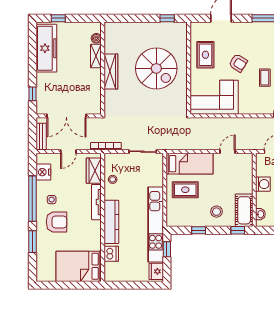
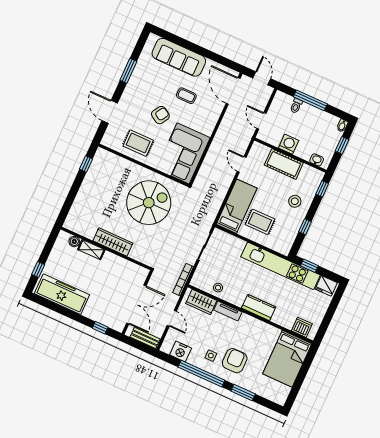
spiral stairs: (156, 68) -> (149, 203), moved
rug: (185, 190) -> (260, 222), turned 90
tv unit: (96, 202) -> (228, 311), width x0.71
cot: (244, 210) -> (284, 164), moved
kitchen counter: (111, 222) -> (259, 308), width x0.67
dishwasher: (111, 254) -> (302, 327), moved

